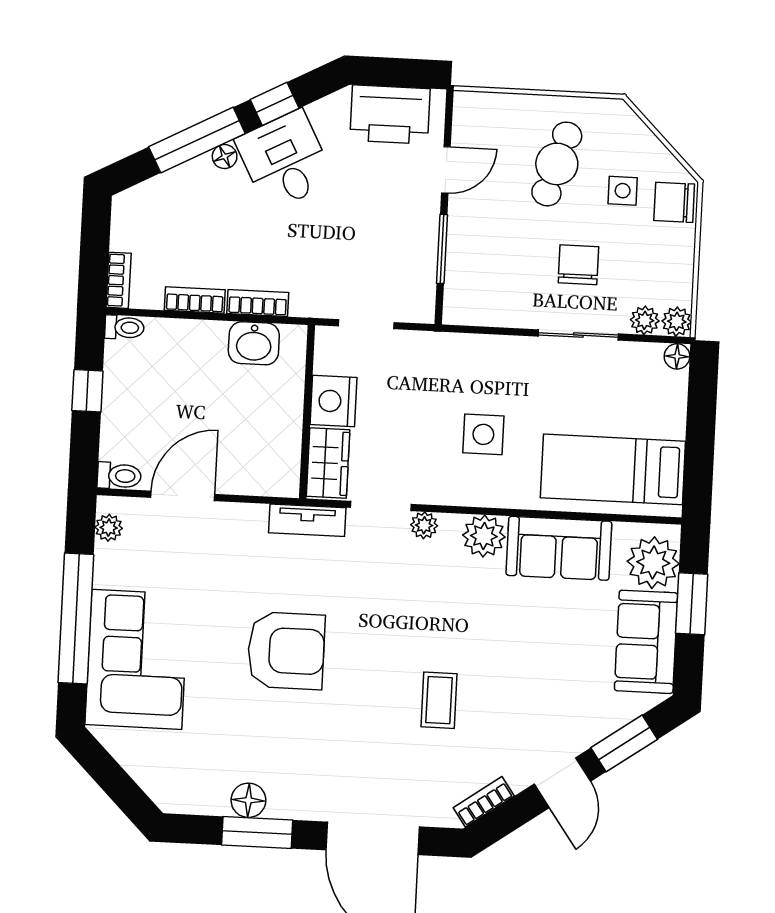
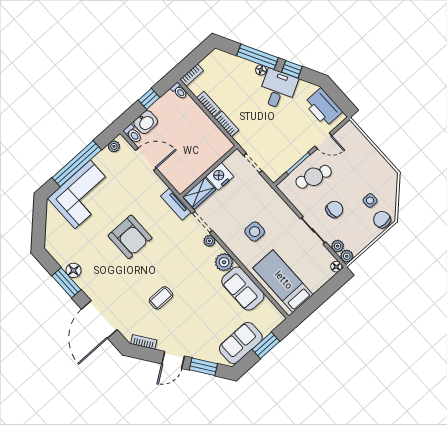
cafe table: (557, 164) -> (314, 177), moved
washbasin: (254, 343) -> (146, 122), moved, turned -90
plant: (653, 563) -> (267, 321), removed

